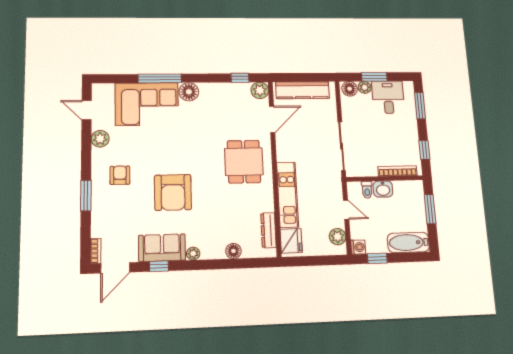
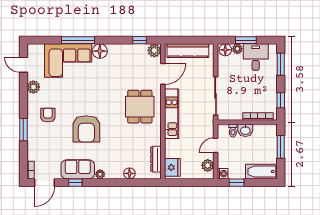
kitchen unit: (288, 195) -> (172, 114), moved
door: (346, 210) -> (216, 145), swing flipped

